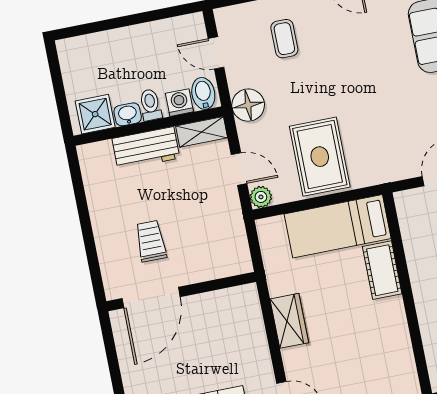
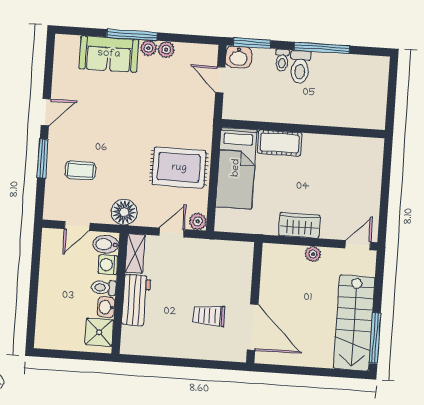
plant: (259, 347) -> (313, 254), added

